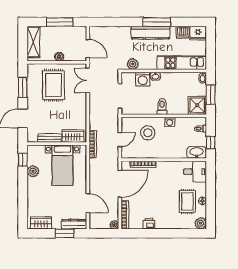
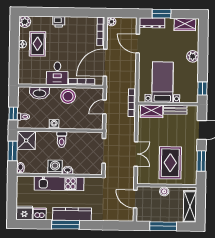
kitchen unit: (182, 63) -> (59, 184), moved
plant: (133, 64) -> (90, 183), removed
washing machine: (143, 79) -> (55, 167), moved
double door: (88, 80) -> (136, 154), moved
stool: (148, 133) -> (68, 96), moved
window: (211, 143) -> (13, 113), moved
washbasin: (197, 153) -> (39, 93), moved
plant: (33, 171) -> (193, 56), moved
desk: (195, 172) -> (57, 73), moved, turned -90
printer: (149, 224) -> (59, 22), moved

